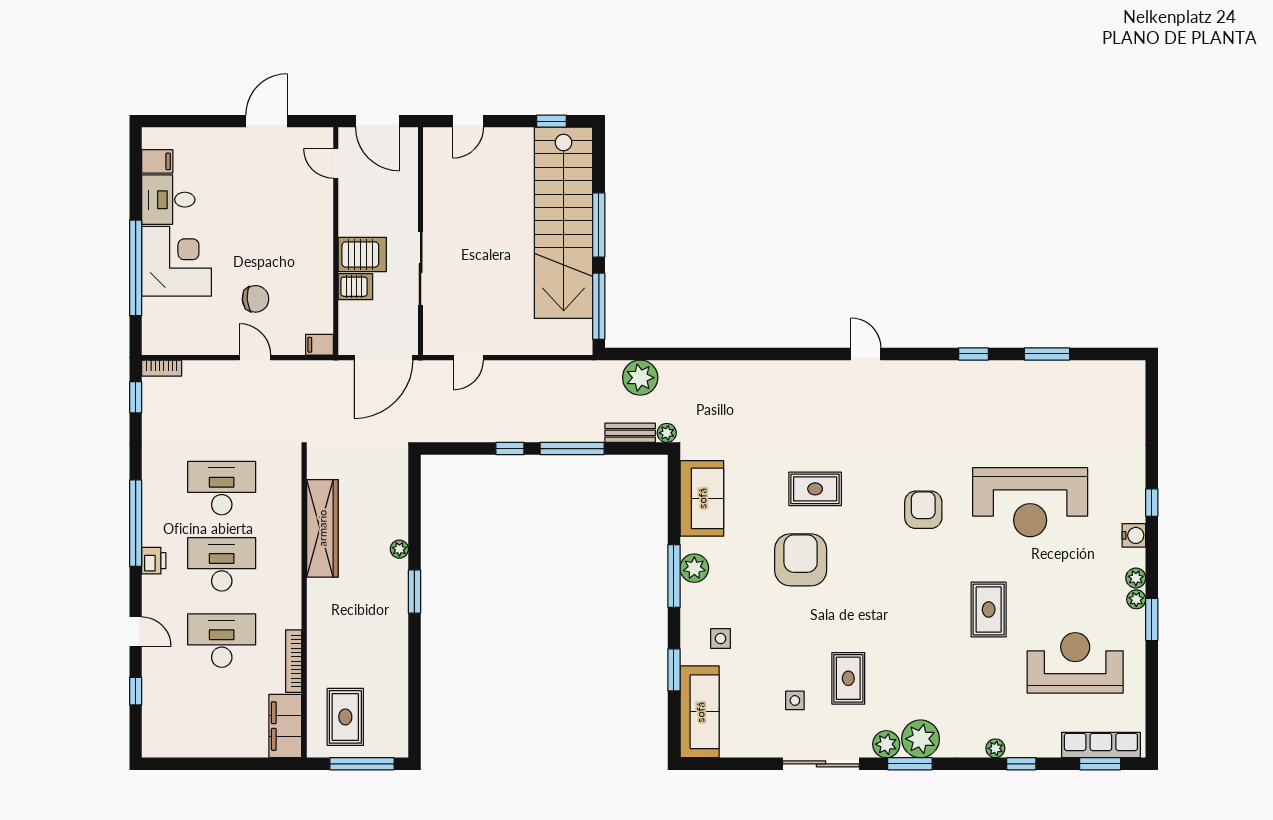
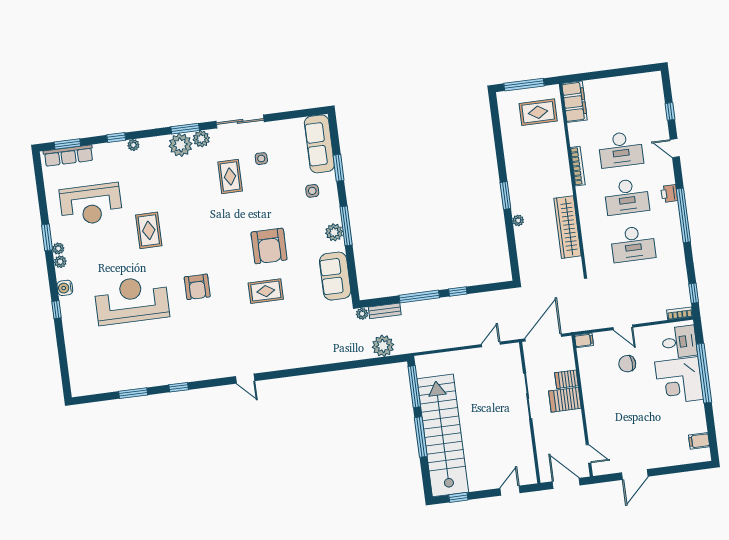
desk: (168, 200) -> (679, 342), moved
bookcase: (294, 661) -> (578, 166), moved
rug: (345, 717) -> (538, 112), turned 90

